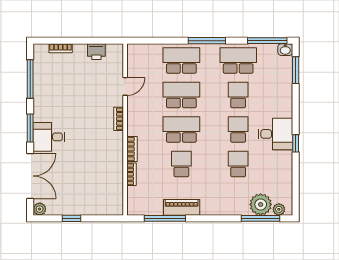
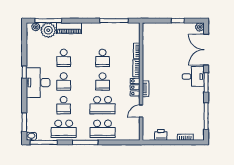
locker: (134, 121) -> (135, 87), added
school desk: (181, 130) -> (103, 82), width x0.54
desk: (275, 134) -> (38, 83), width x1.37
piano: (182, 207) -> (69, 28), moved

